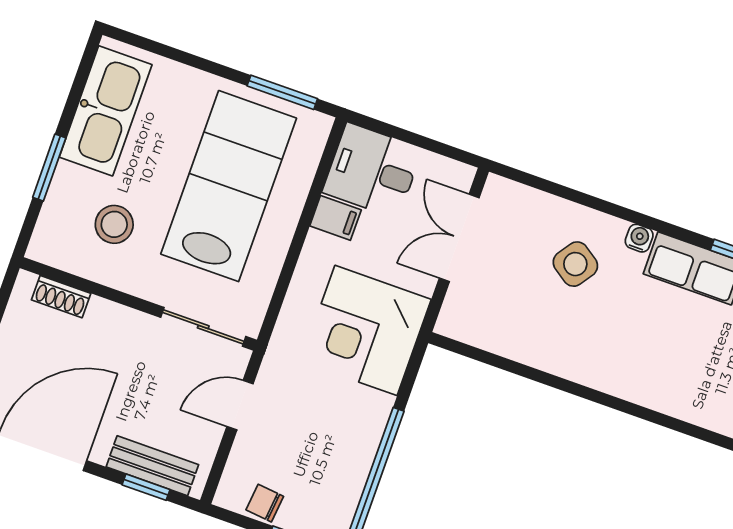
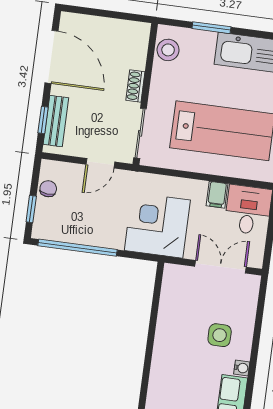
stool: (114, 224) -> (168, 50), moved
side table: (575, 264) -> (220, 335), turned -35
shoe rack: (61, 297) -> (135, 86), moved
door: (240, 405) -> (100, 163), swing flipped

